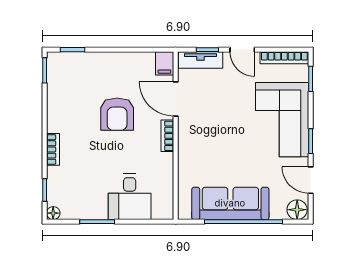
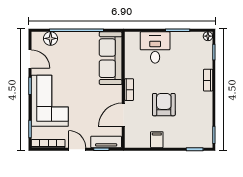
filing cabinet: (164, 63) -> (157, 140), moved
door: (176, 99) -> (123, 115), swing flipped
sofa: (230, 203) -> (111, 58), moved, turned 90
floor lamp: (297, 210) -> (51, 38), moved

